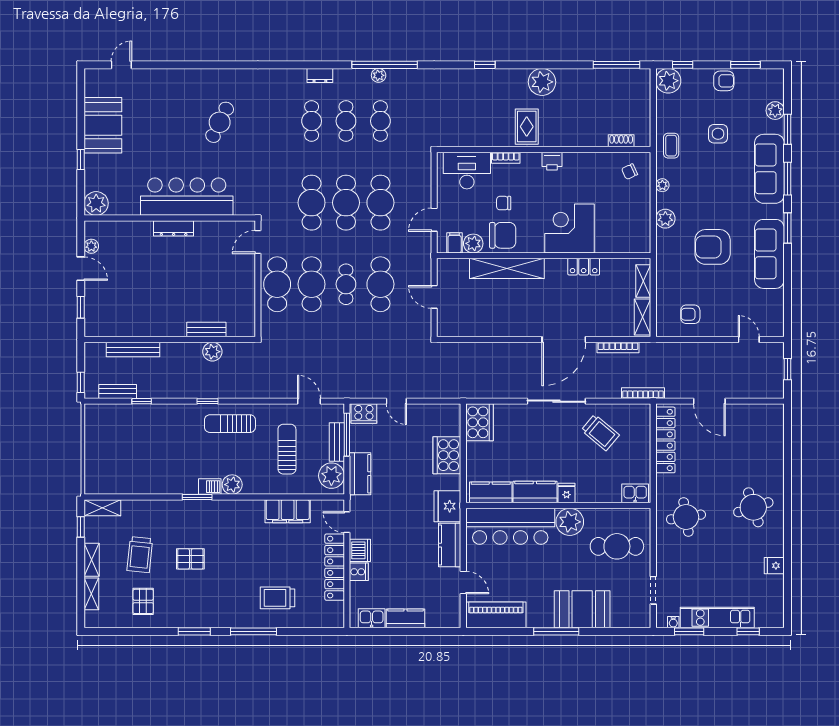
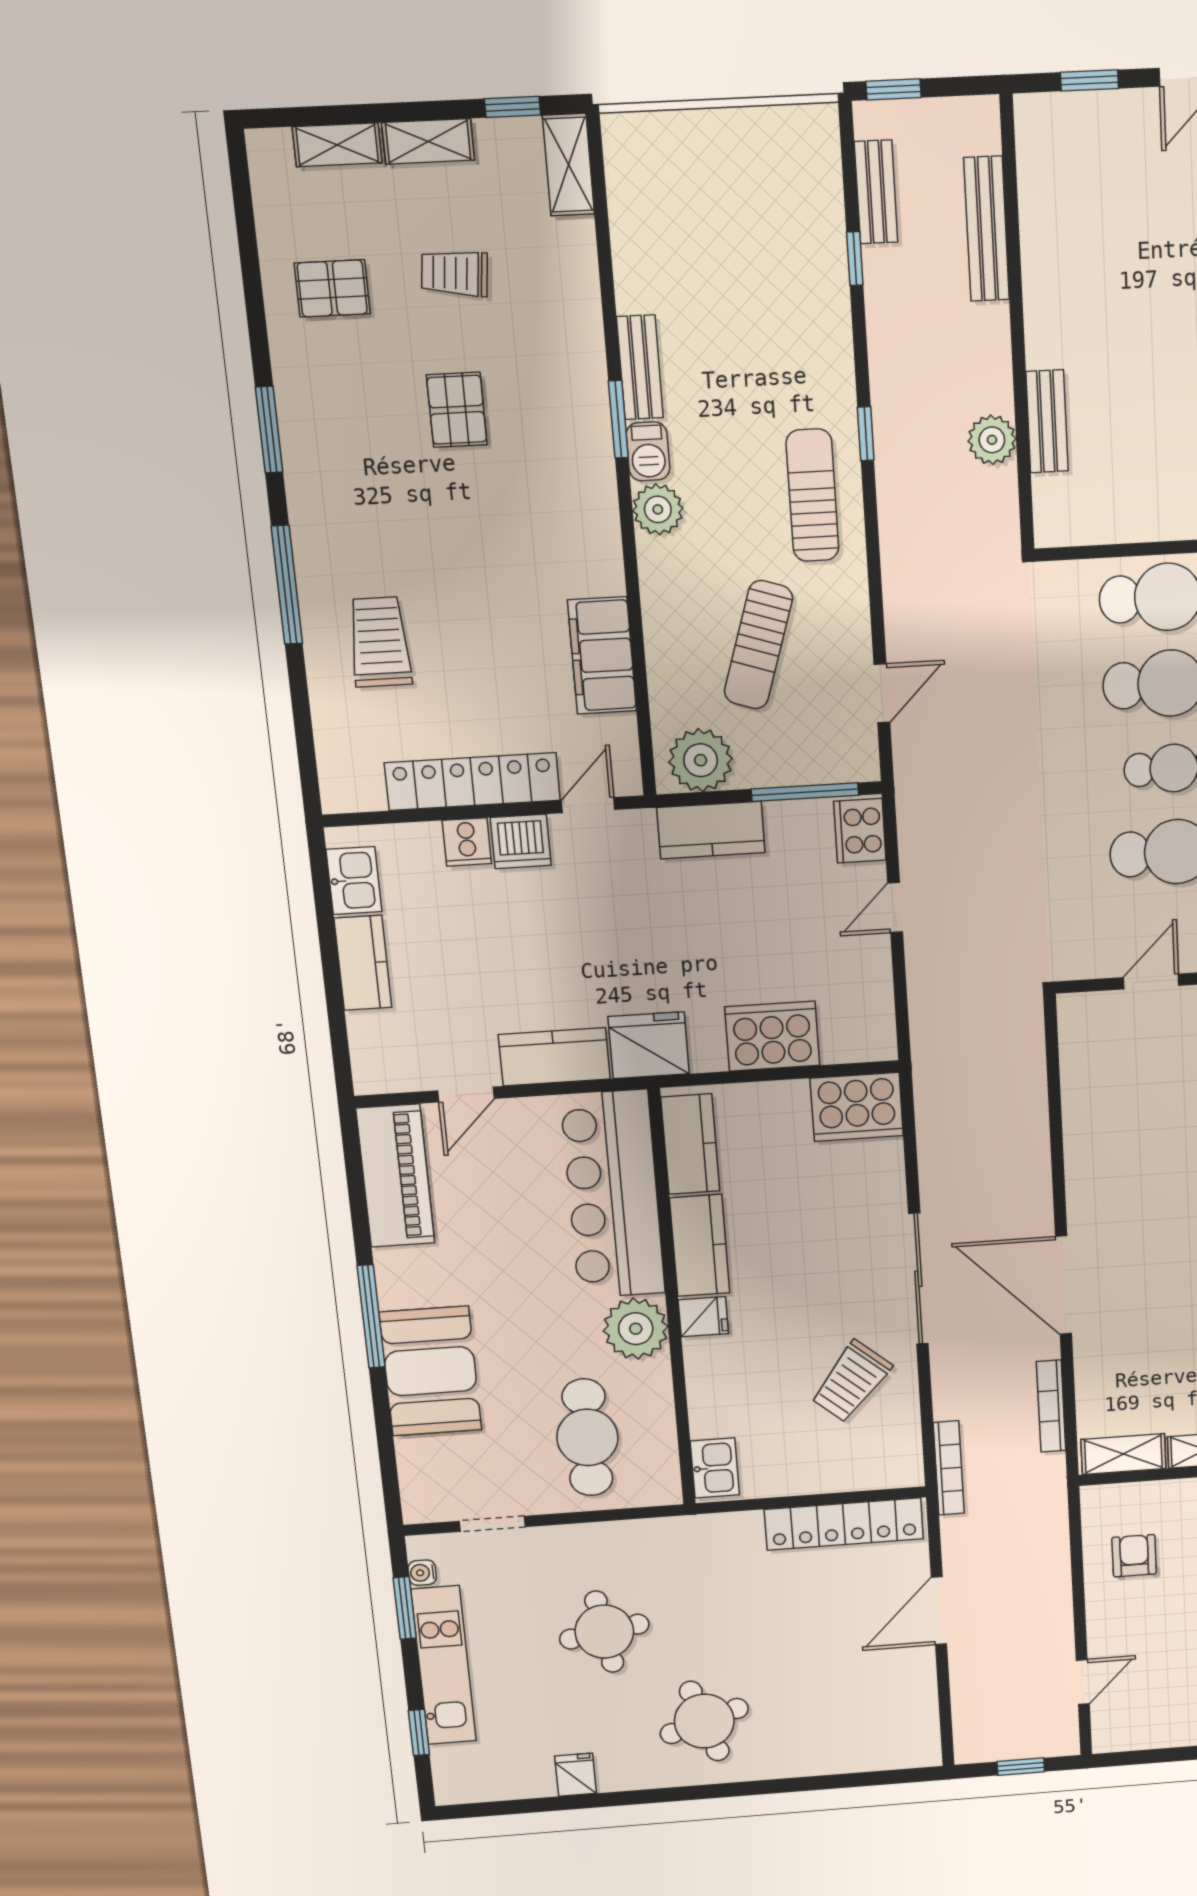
bench: (337, 442) -> (640, 367), moved, turned 90
sun lounger: (287, 449) -> (758, 645), turned 108
round table: (686, 517) -> (604, 1632), moved
trolley: (140, 555) -> (455, 273), width x0.73, depth x0.72

